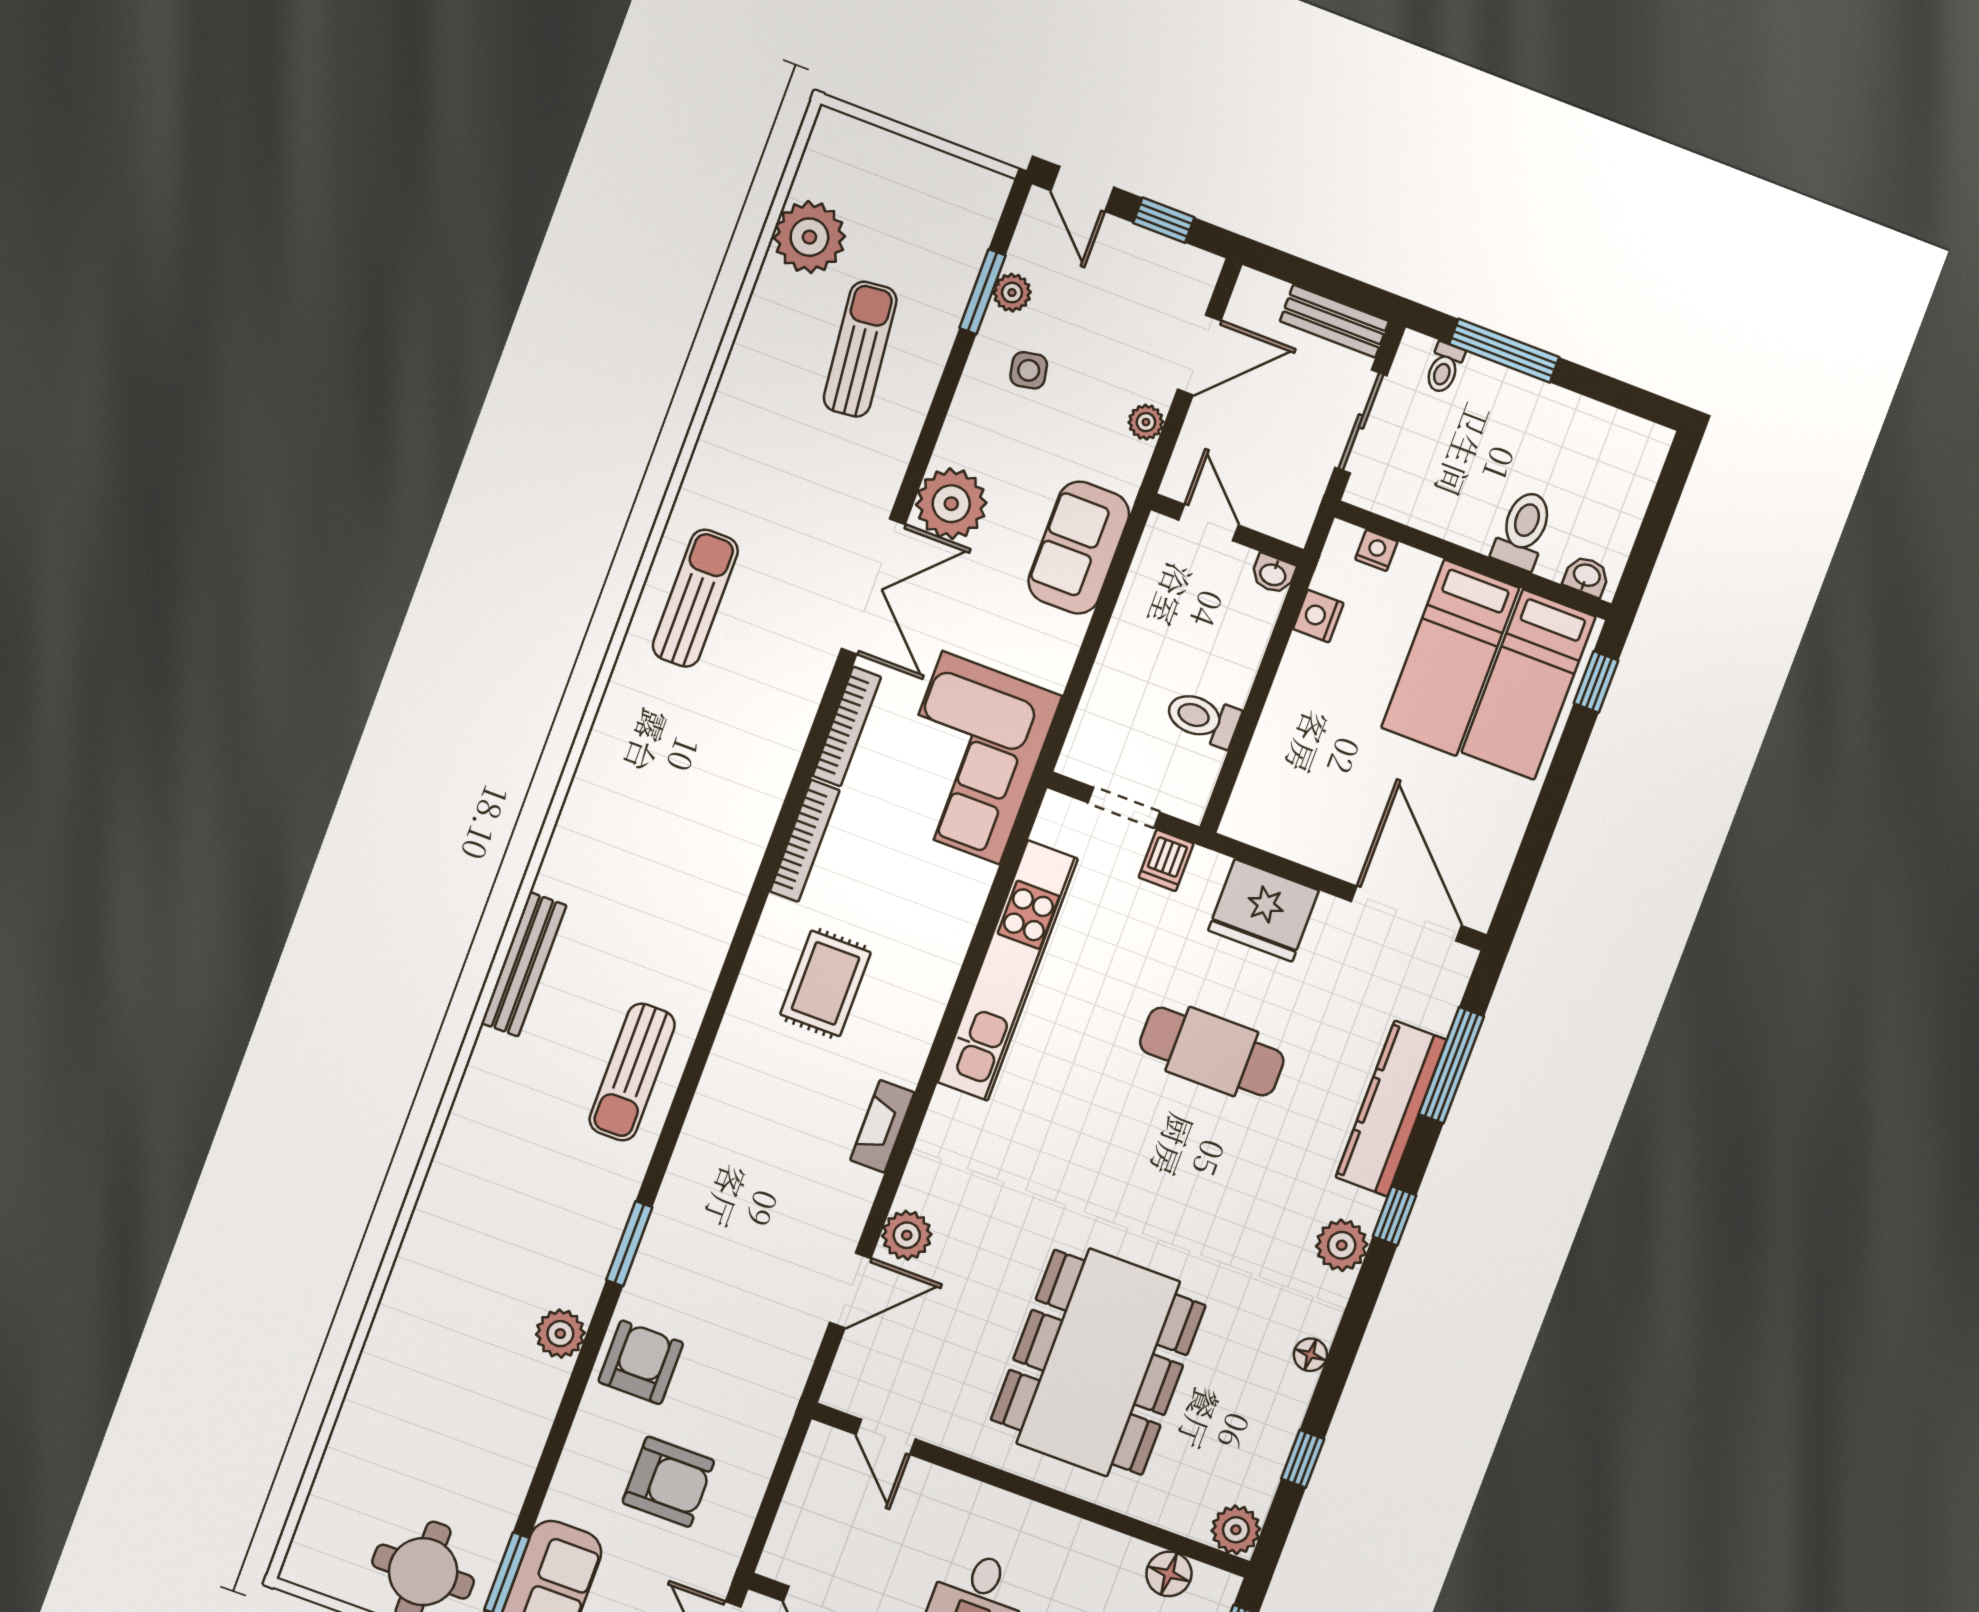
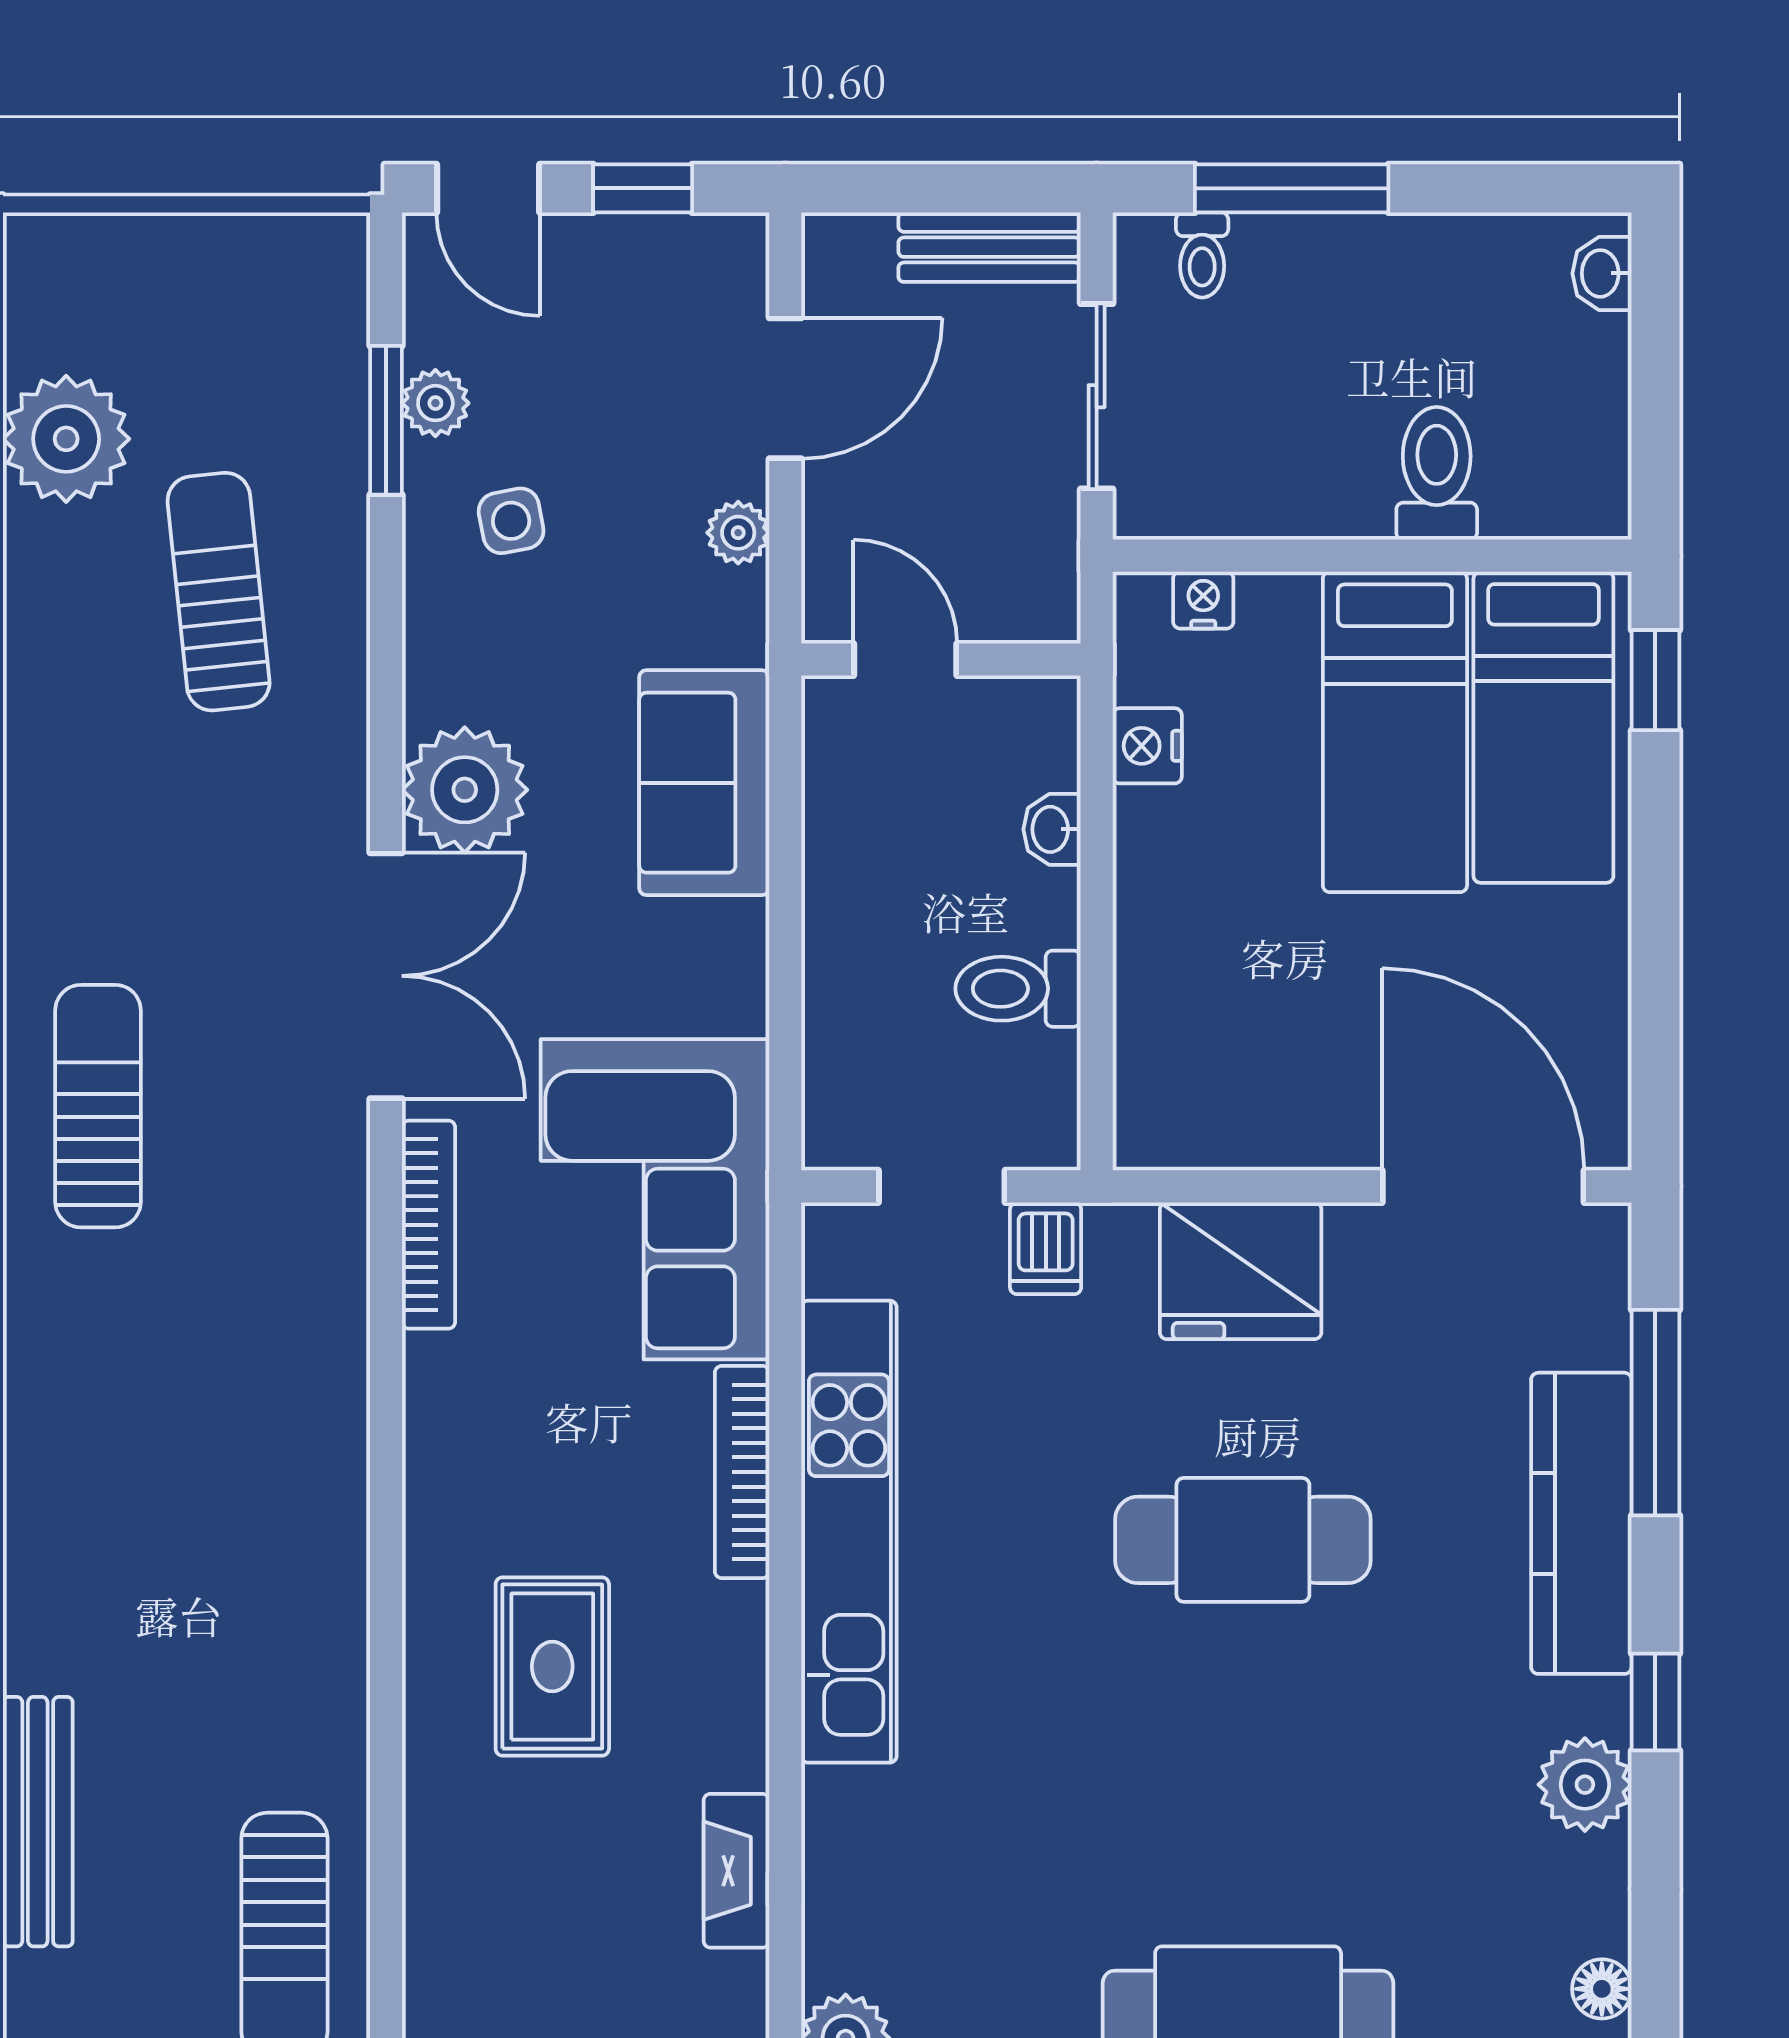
washbasin: (1273, 574) -> (1052, 829), moved, turned 90
washbasin: (1586, 576) -> (1602, 273), moved, turned -90
bookcase: (805, 841) -> (742, 1472), moved, turned 180

